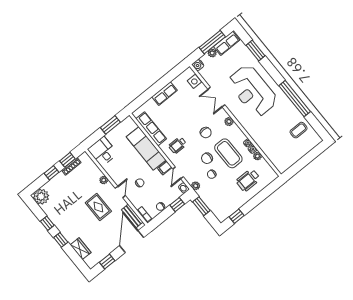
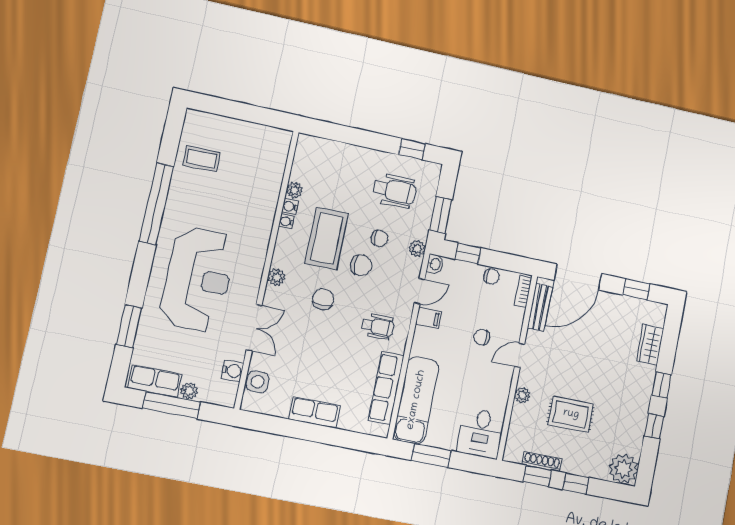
water cooler: (198, 65) -> (232, 371), moved
exam couch: (146, 148) -> (416, 400), moved
wheelchair: (248, 180) -> (395, 191), moved
rug: (98, 207) -> (571, 414), moved, turned 90

